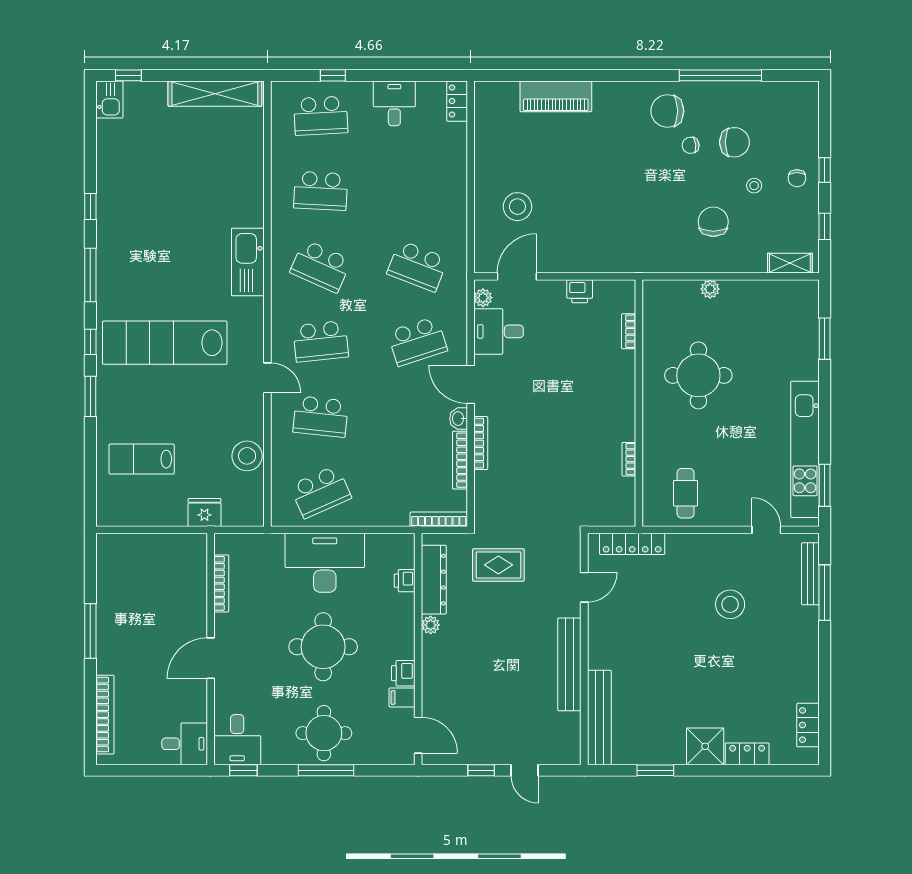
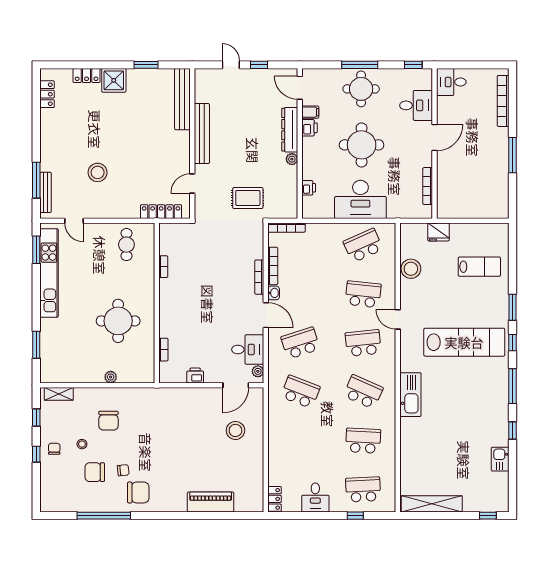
kitchen sink: (109, 99) -> (500, 459), moved
dresser: (434, 580) -> (290, 130), moved
desk: (237, 740) -> (416, 105), moved, turned 90

